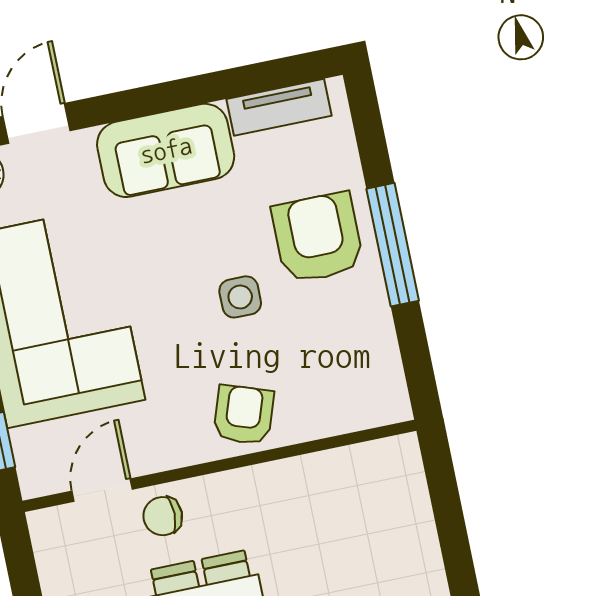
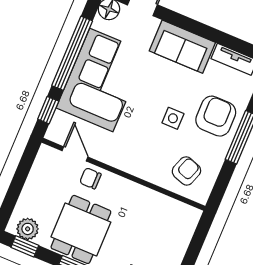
armchair: (244, 415) -> (186, 171), moved
door: (102, 490) -> (75, 154), hinge flipped

